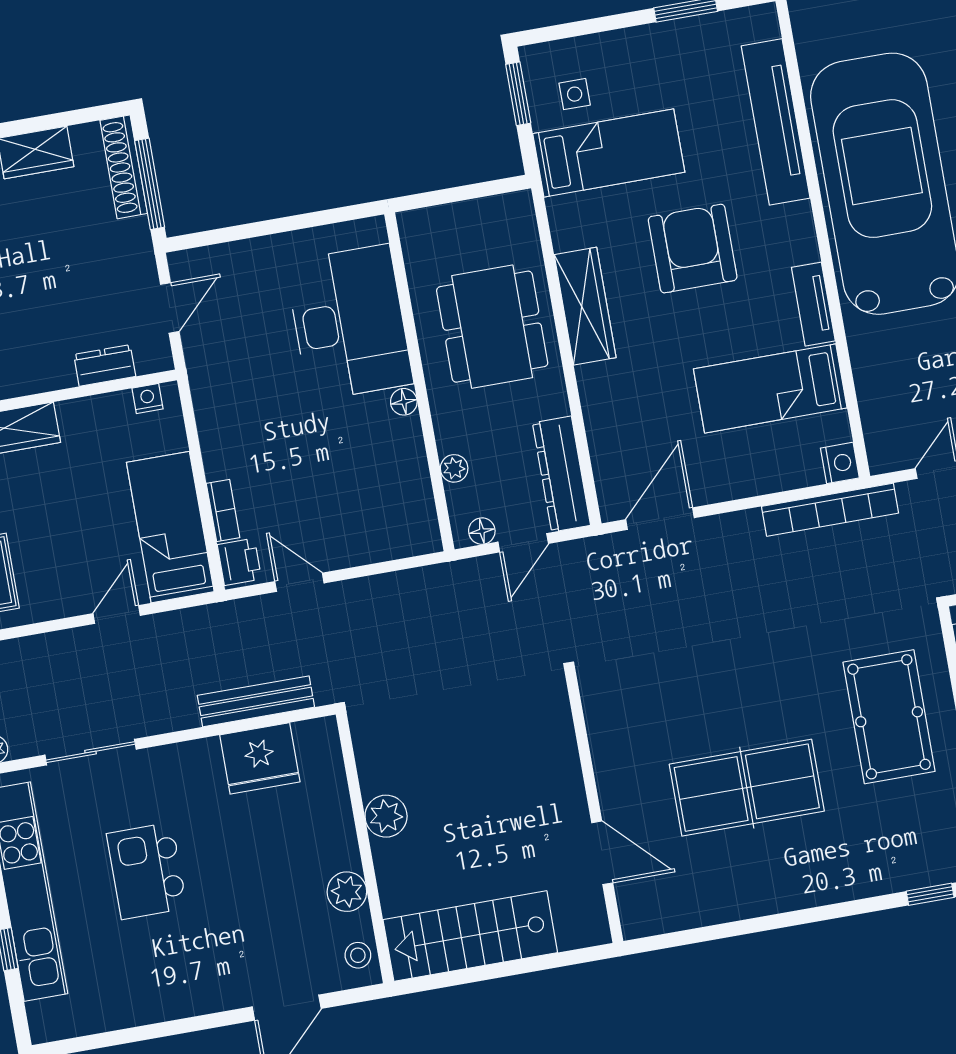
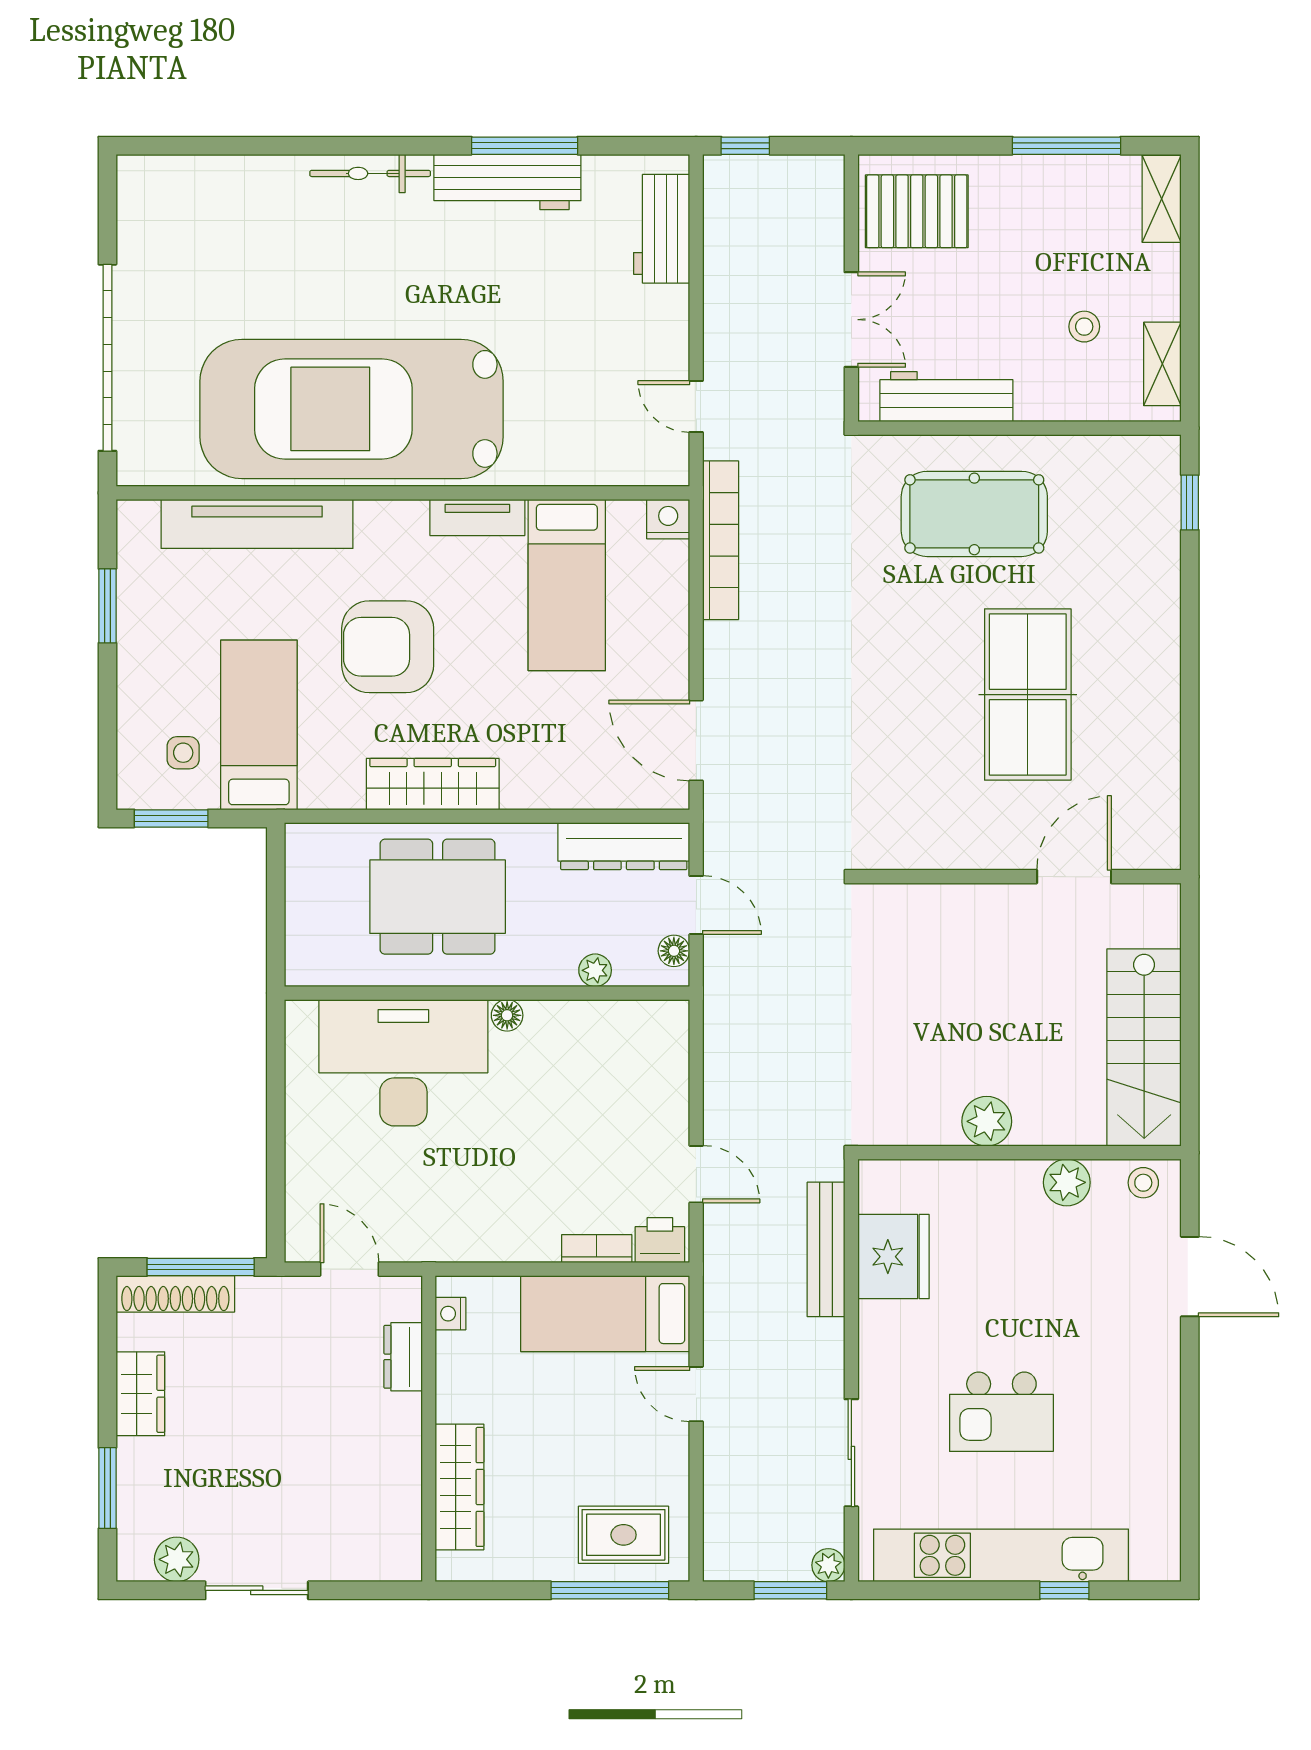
door: (299, 582) -> (696, 1174), swing flipped

